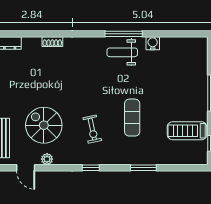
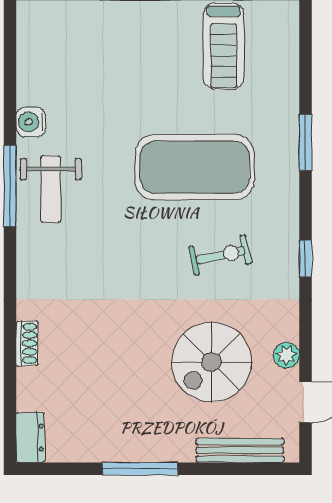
exercise mat: (132, 118) -> (195, 167), width x2.00, depth x1.45

